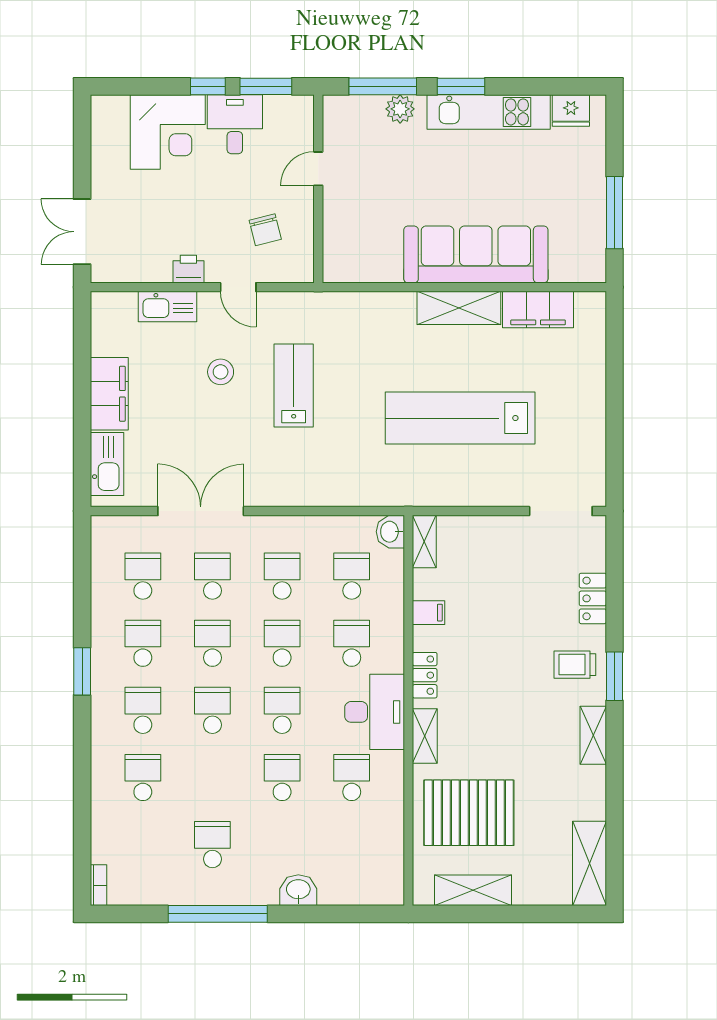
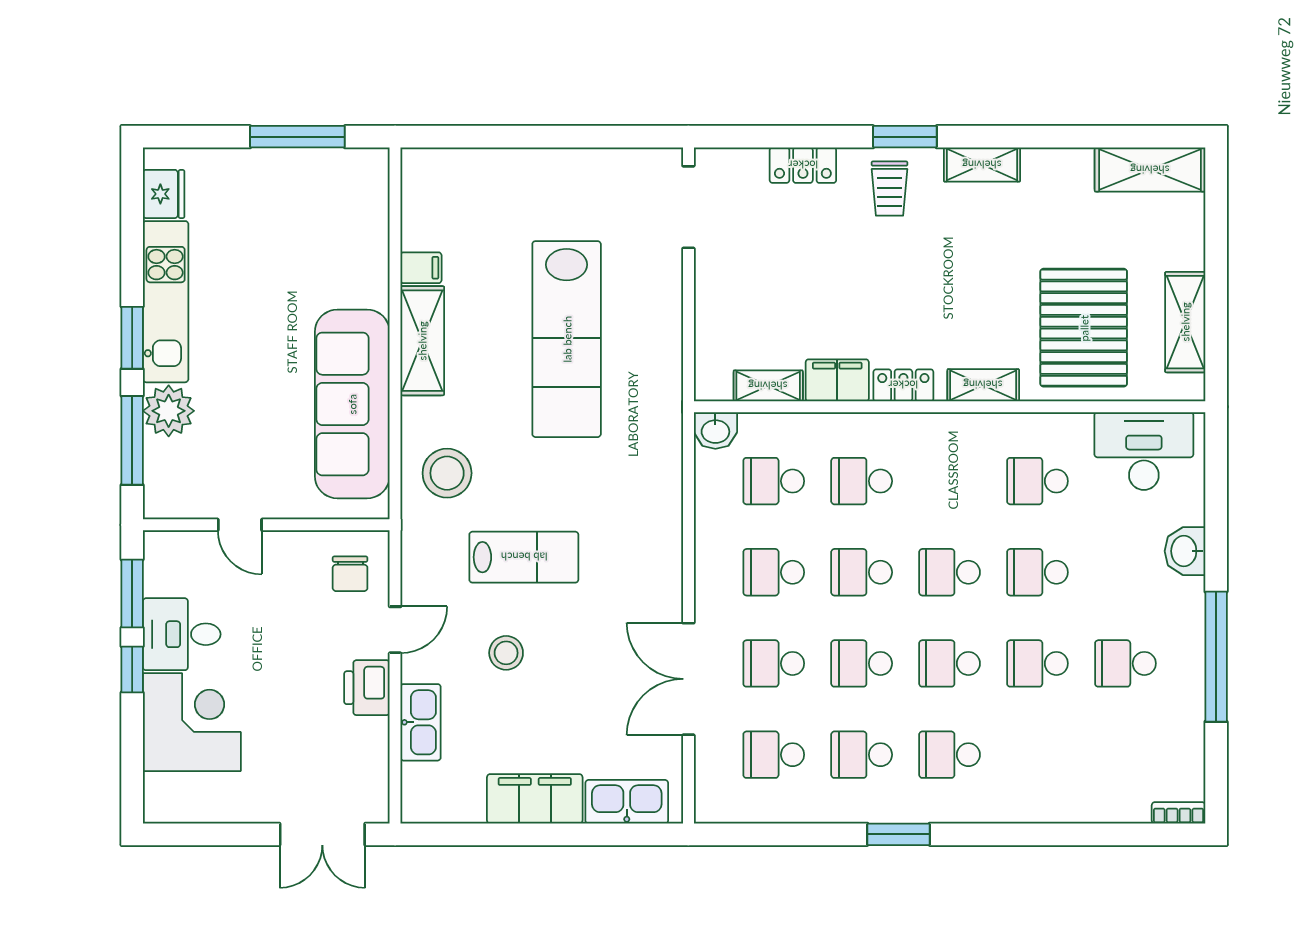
plant: (400, 109) -> (169, 411), width x1.36, depth x1.36
chair: (265, 230) -> (350, 574), moved, turned 104
sofa: (476, 254) -> (352, 404), moved
printer: (188, 269) -> (367, 688), width x1.36, depth x1.24
filing cabinet: (538, 310) -> (421, 268), width x0.33, depth x0.86
stool: (358, 327) -> (447, 473), added
lab bench: (294, 385) -> (524, 557), turned 180
shelving: (424, 542) -> (768, 386), moved
filing cabinet: (429, 613) -> (837, 380), width x2.00
desk: (375, 712) -> (1144, 451), moved
school desk: (143, 778) -> (1037, 663), moved

